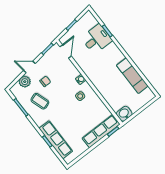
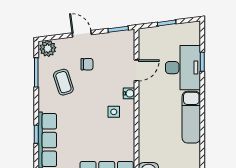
desk: (97, 39) -> (183, 68), width x1.37
door: (66, 51) -> (137, 70), moved
exam couch: (132, 76) -> (191, 117), moved
plant: (25, 82) -> (48, 48), moved

